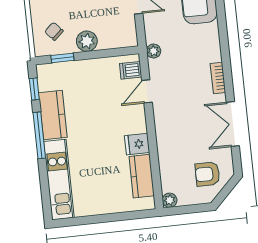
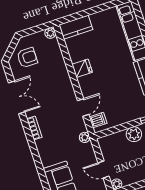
kitchen counter: (142, 176) -> (76, 27), moved, turned 90

